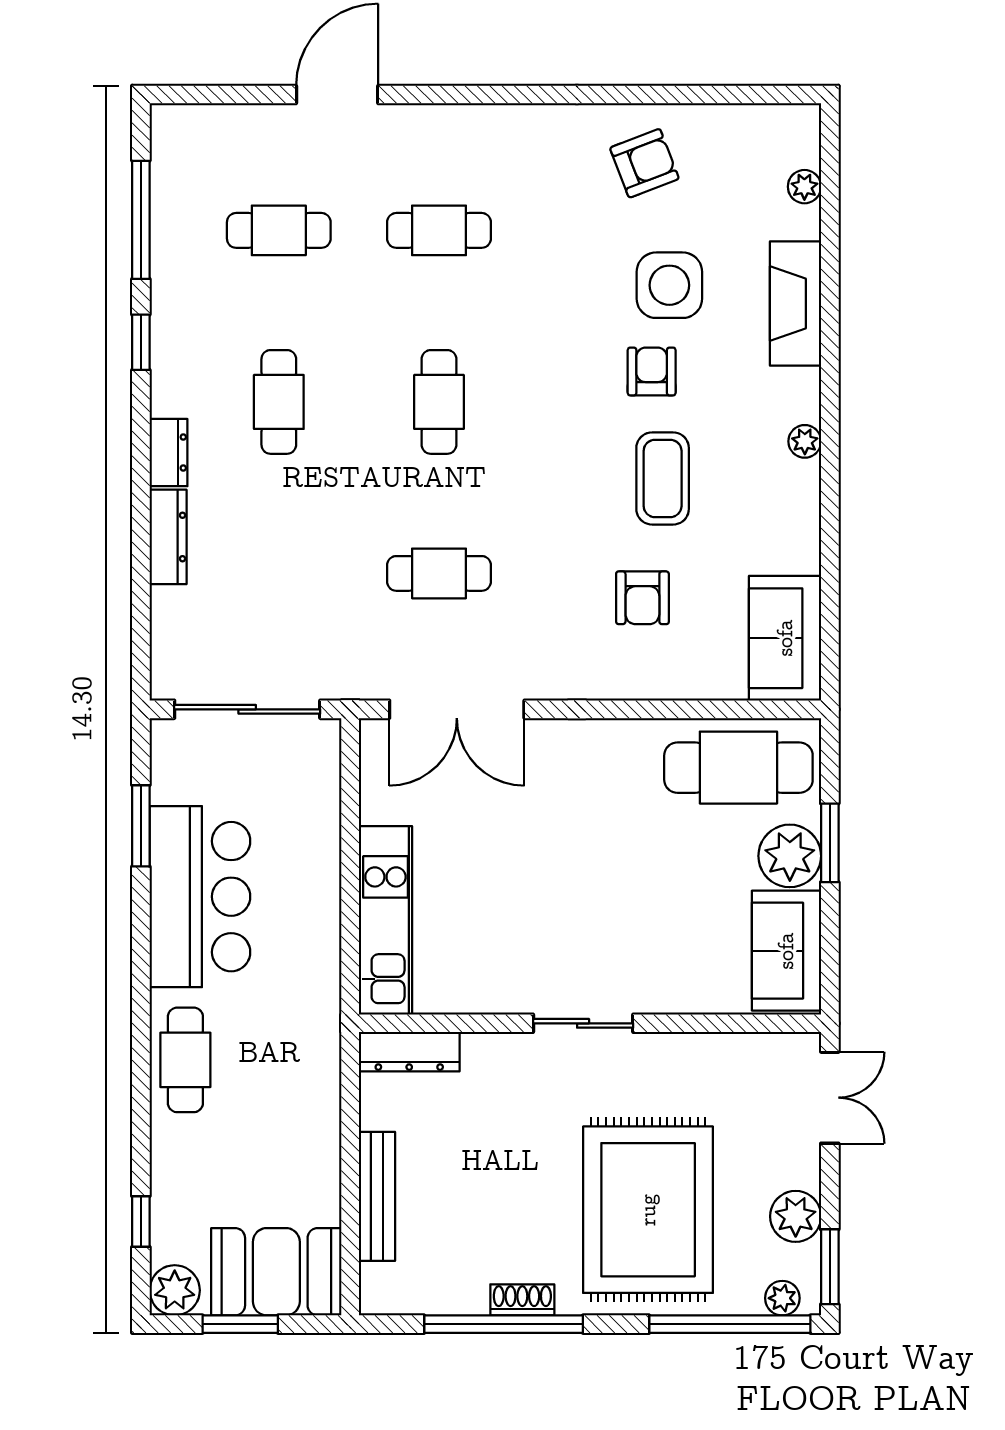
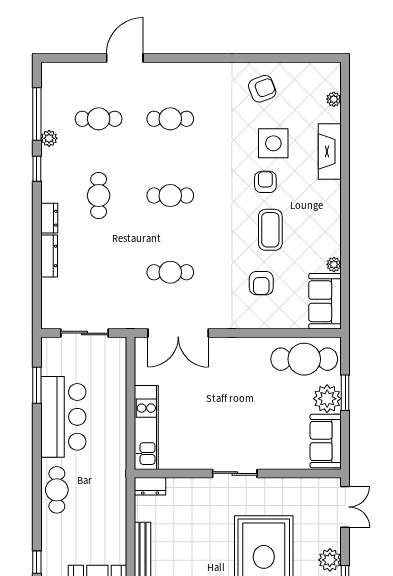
plant: (168, 274) -> (49, 138), added
cafe table: (439, 402) -> (170, 196), turned 90
plant: (805, 441) -> (334, 264), moved
sliding door: (247, 709) -> (84, 333), width x0.73
dresser: (409, 1052) -> (150, 486), width x0.70

